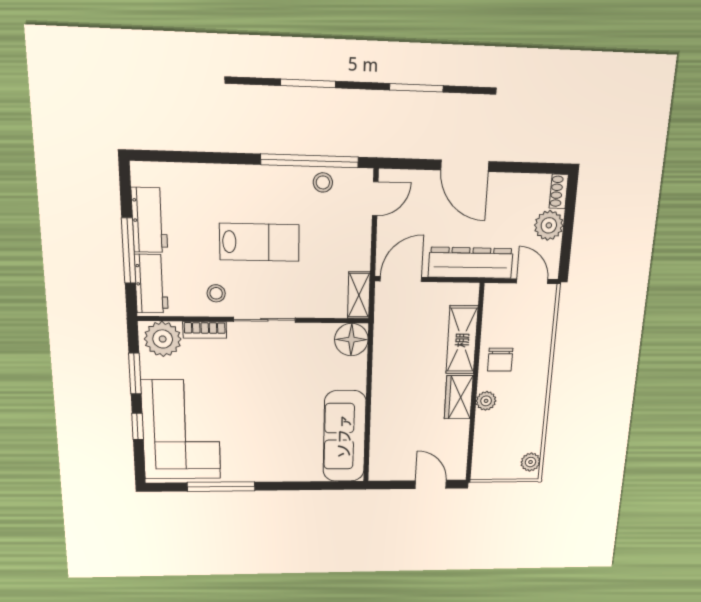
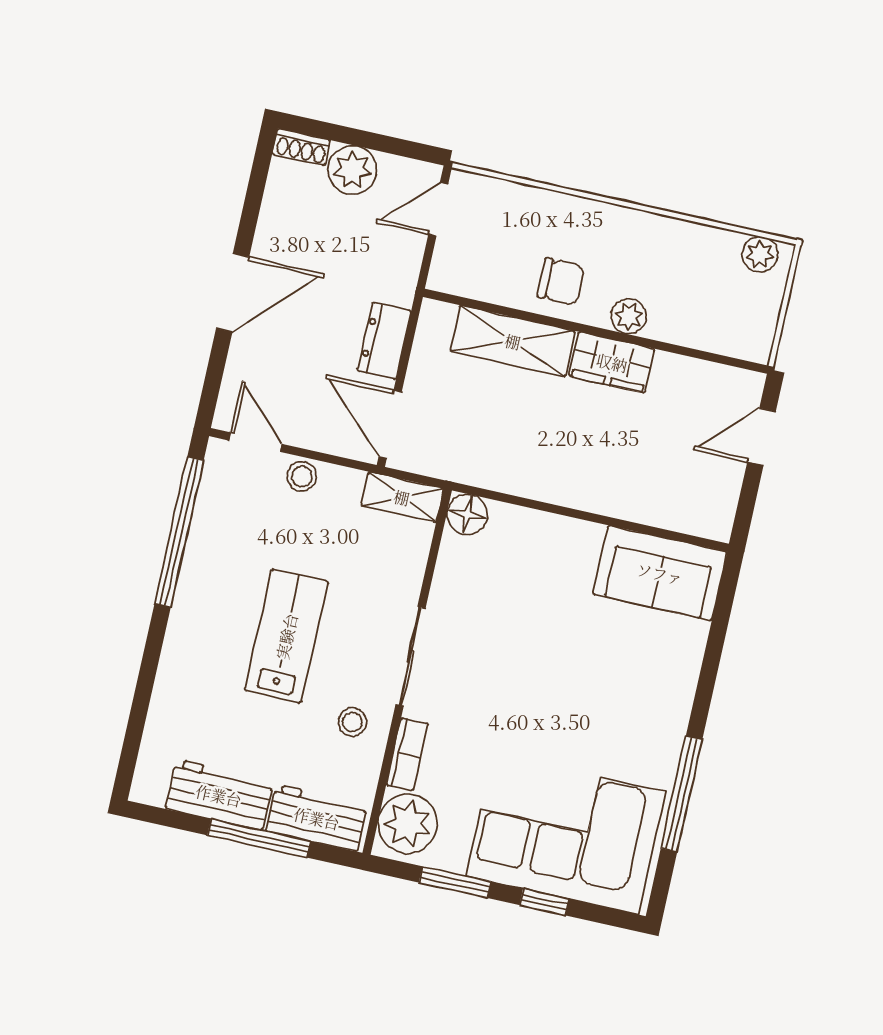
stool: (323, 182) -> (302, 476), moved
dresser: (471, 263) -> (384, 341), width x0.51, depth x0.80
floor lamp: (351, 340) -> (467, 515), width x0.73, depth x0.73
sofa: (344, 436) -> (660, 573), width x0.73

